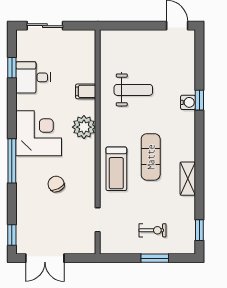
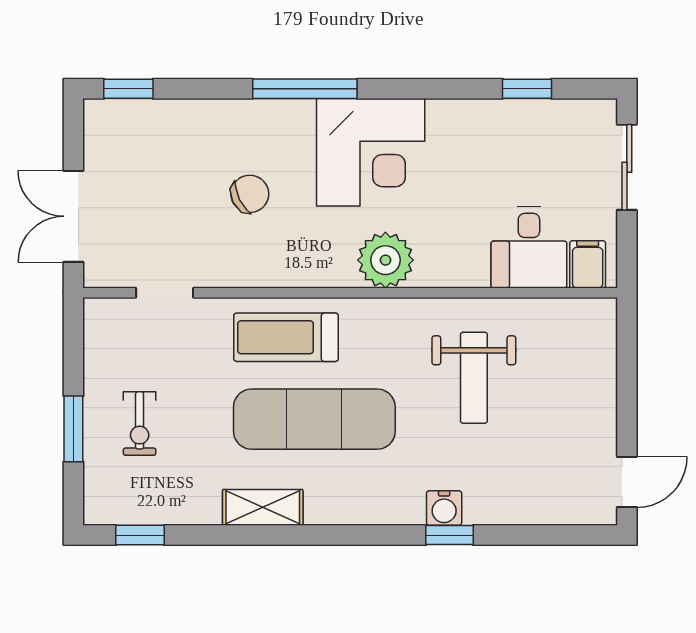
desk: (33, 77) -> (529, 247), moved, turned 180
filing cabinet: (86, 91) -> (588, 264), moved
exercise mat: (151, 157) -> (314, 419), width x1.36, depth x1.45
double door: (45, 258) -> (73, 216), moved

